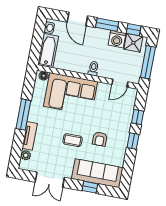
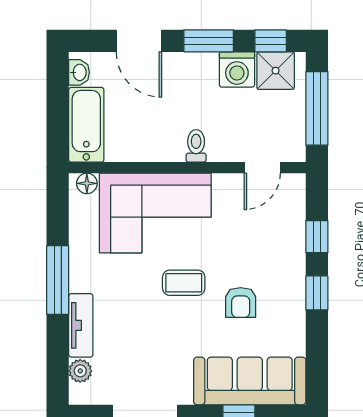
coffee table: (73, 140) -> (184, 283), moved

